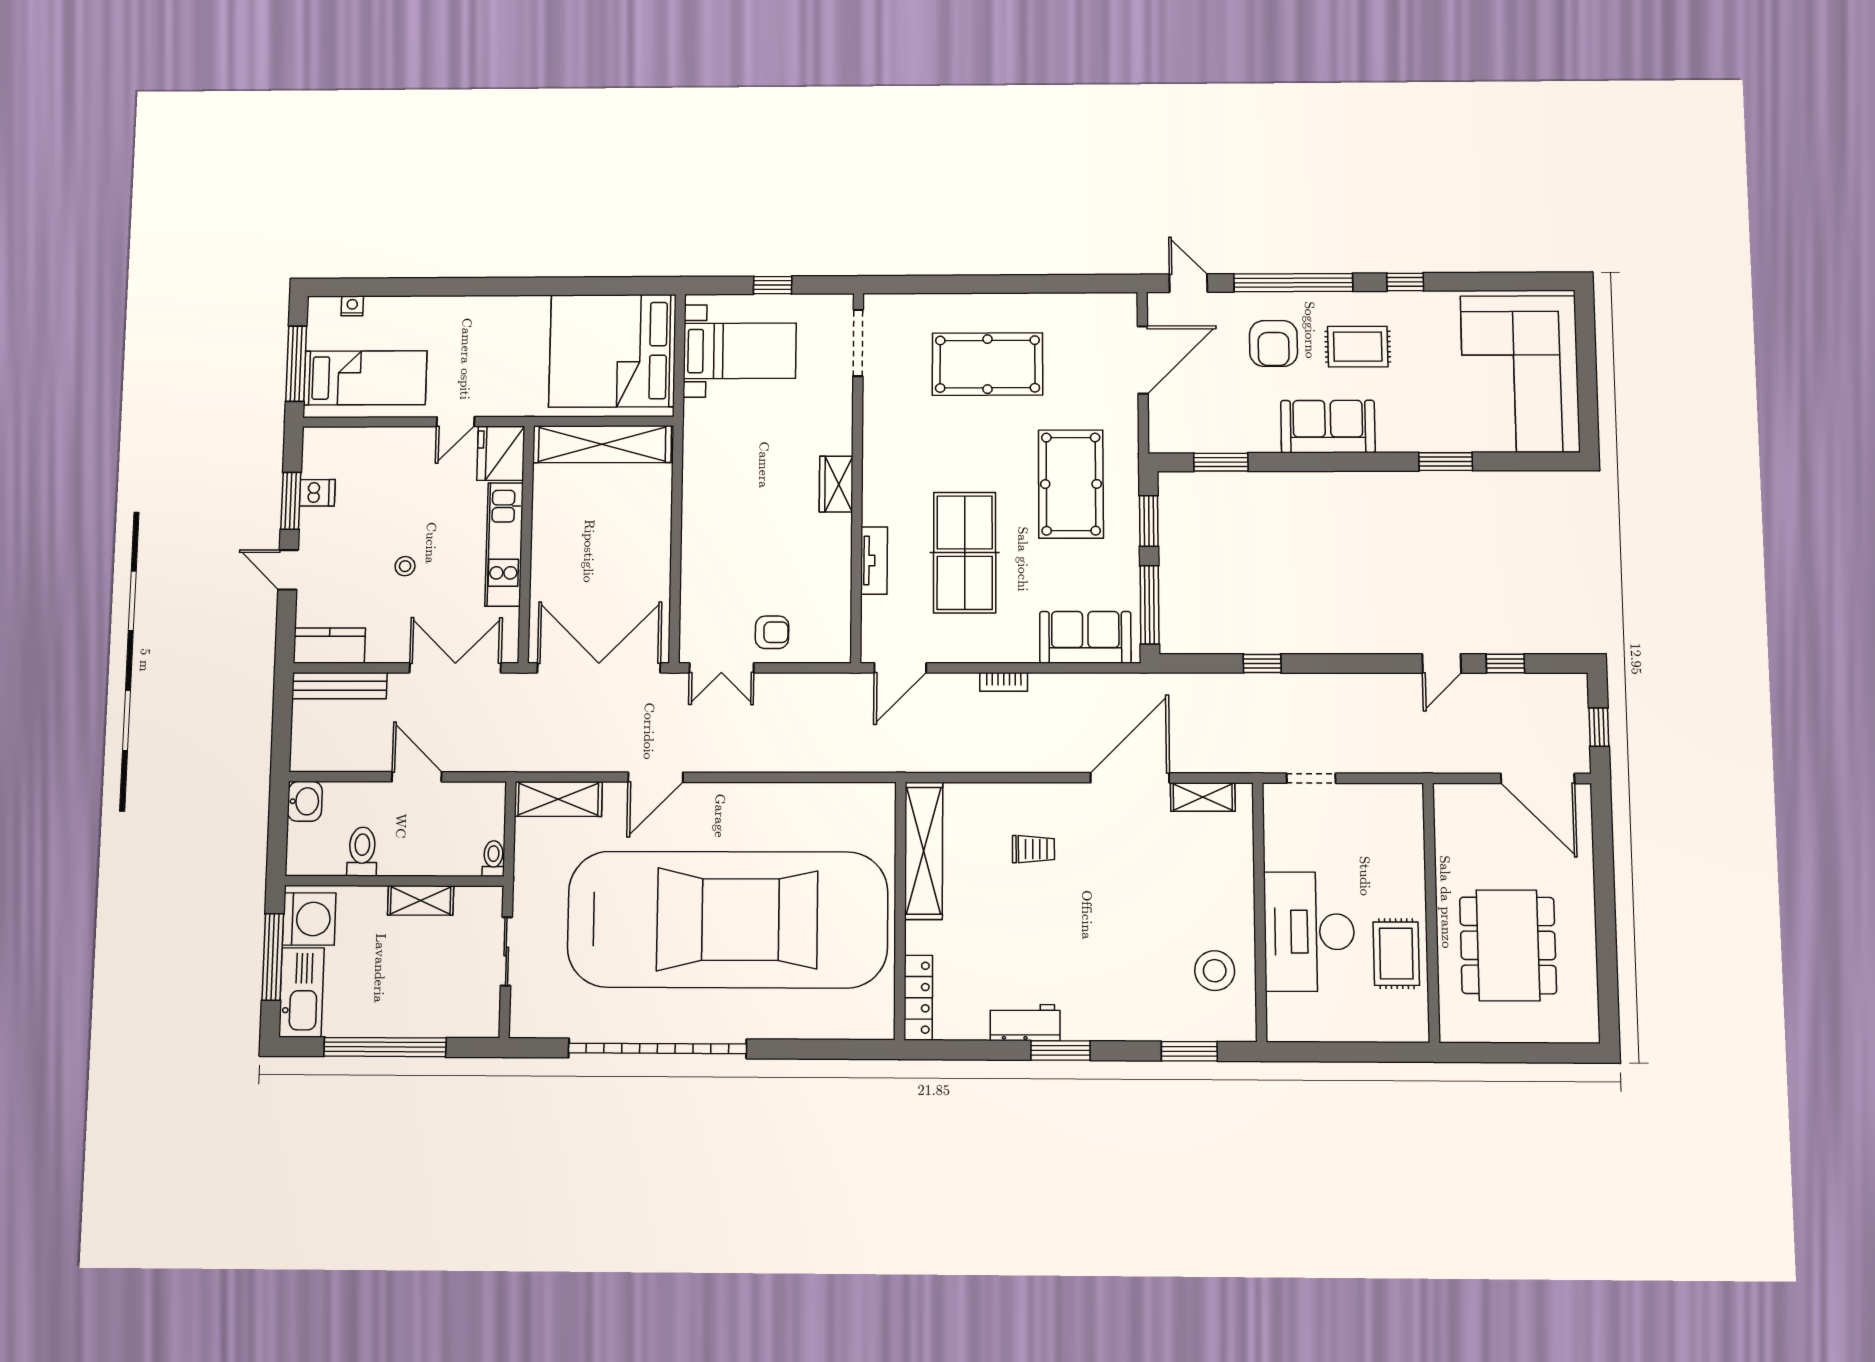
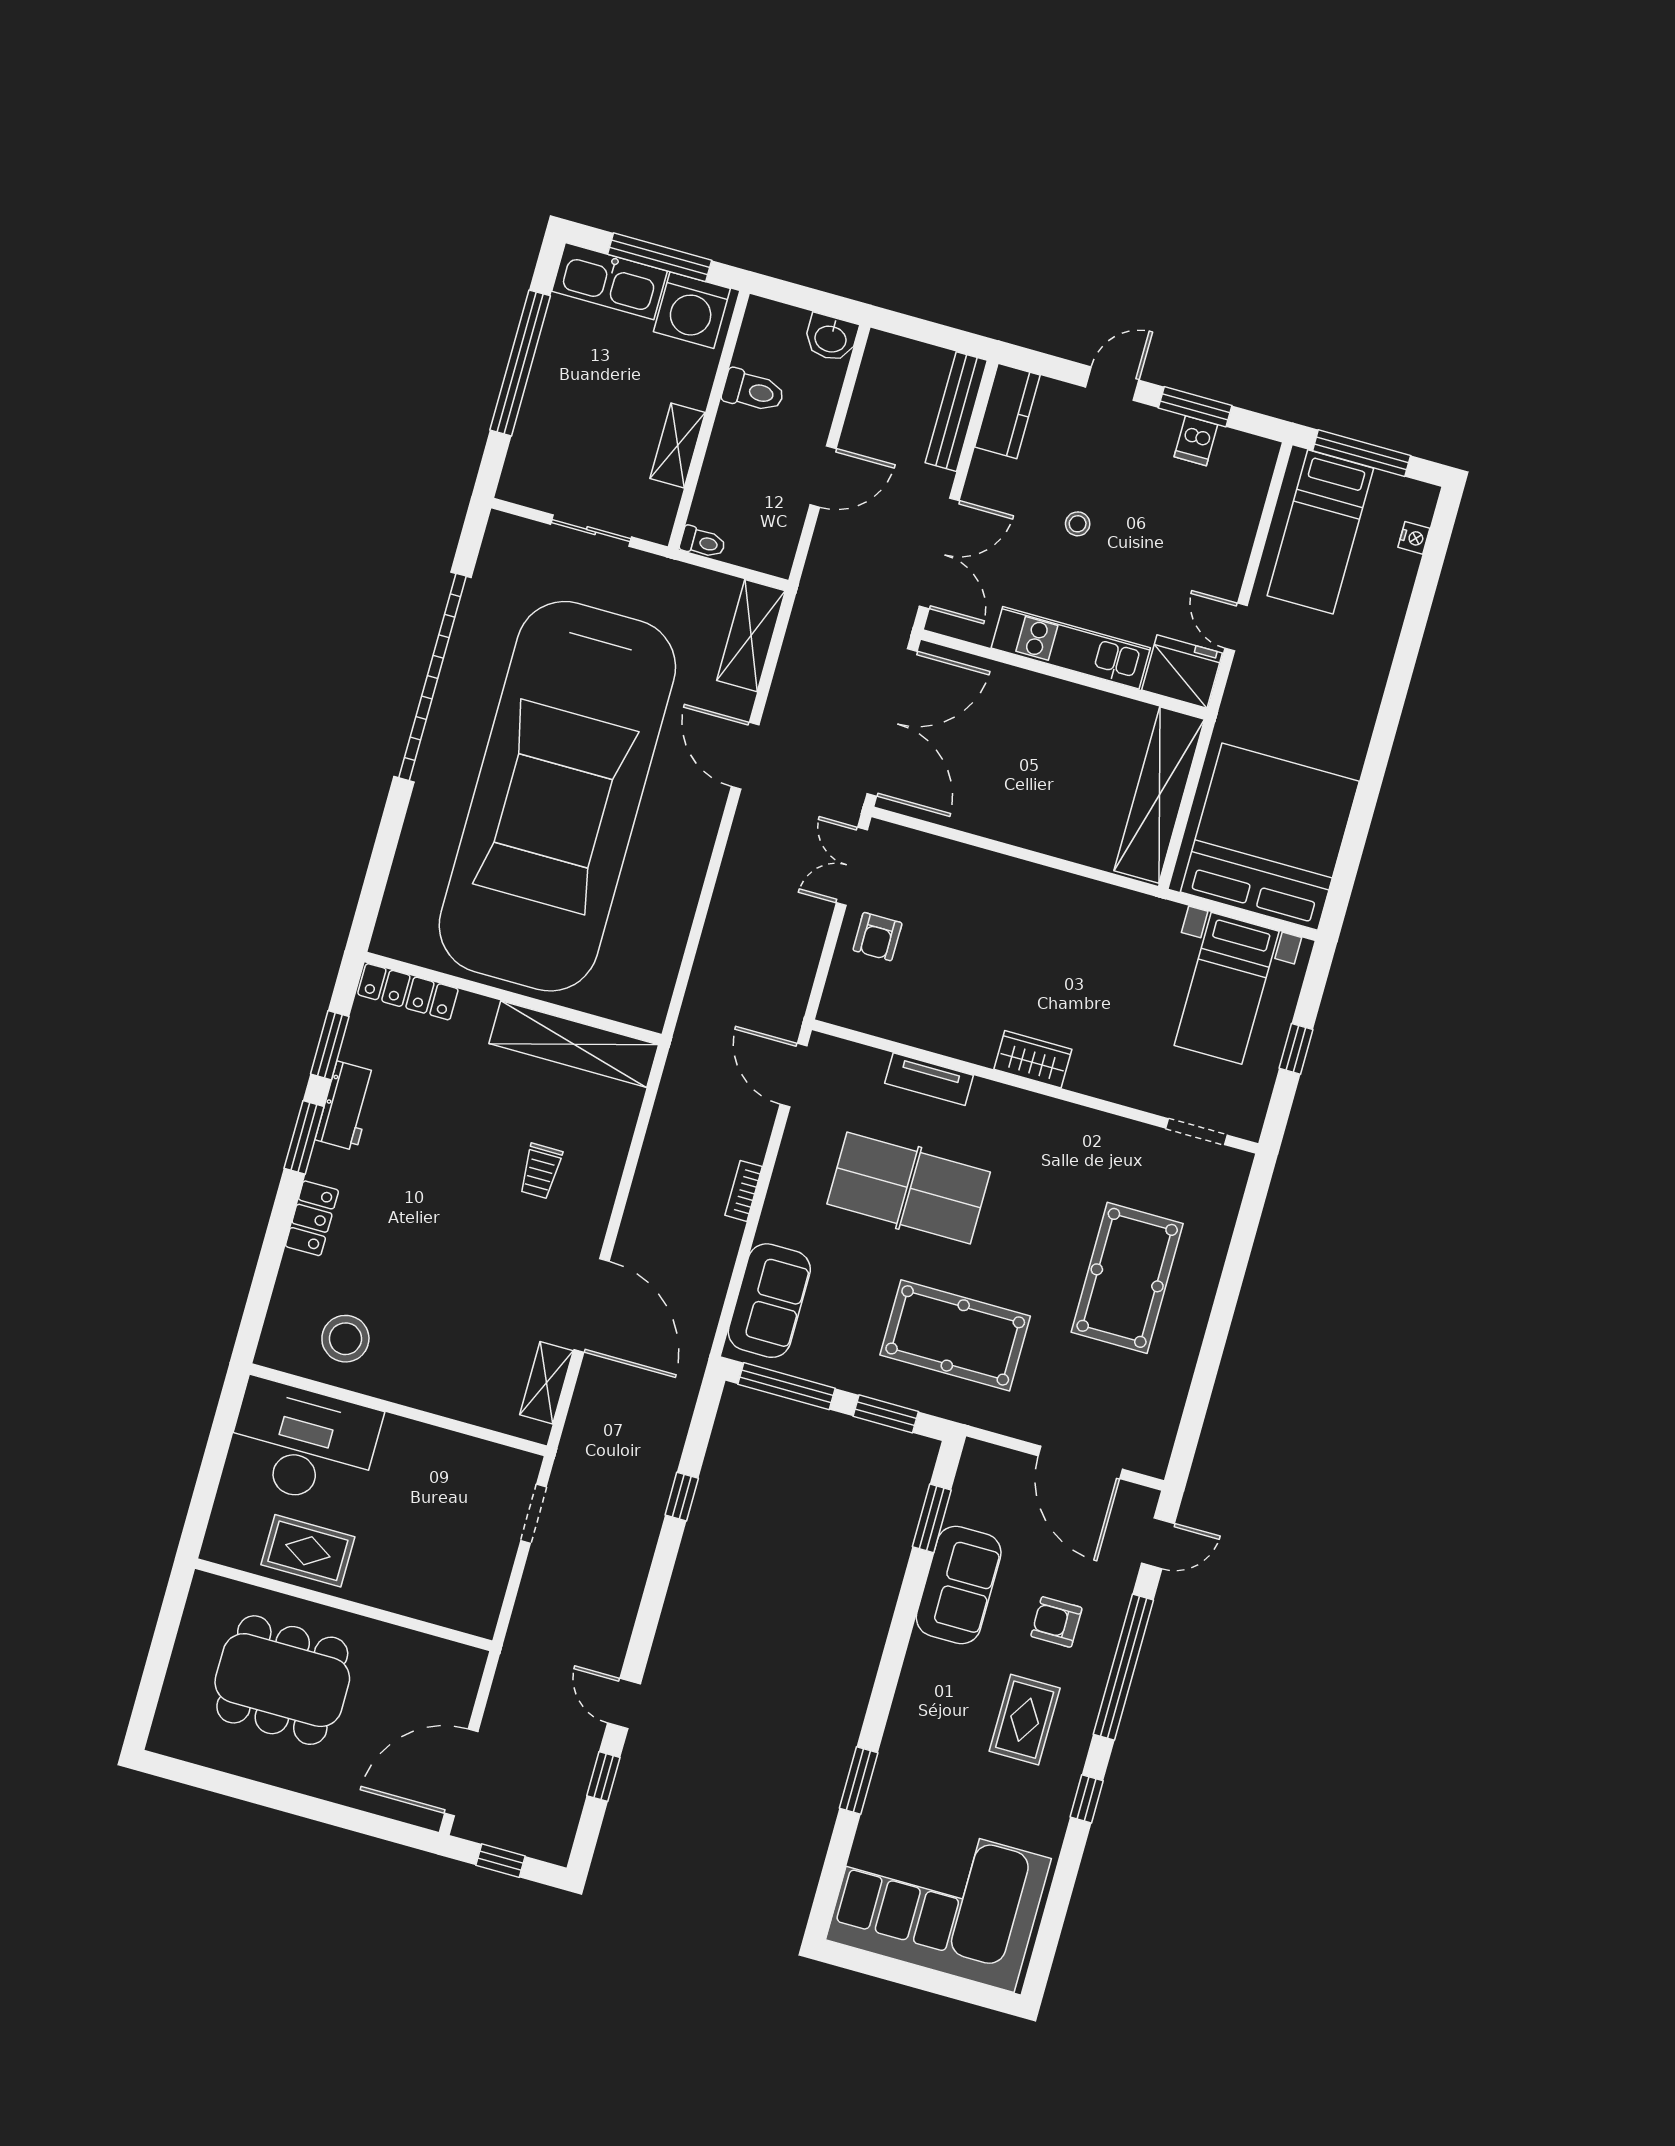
doorway: (858, 343) -> (1196, 1132), width x0.73
armchair: (1273, 343) -> (1056, 1622), width x0.72, depth x0.72
sofa: (1328, 427) -> (959, 1585), moved
desk: (1309, 932) -> (303, 1443), moved
locker: (1125, 1026) -> (312, 1218), added
window: (1189, 1051) -> (330, 1045), moved

